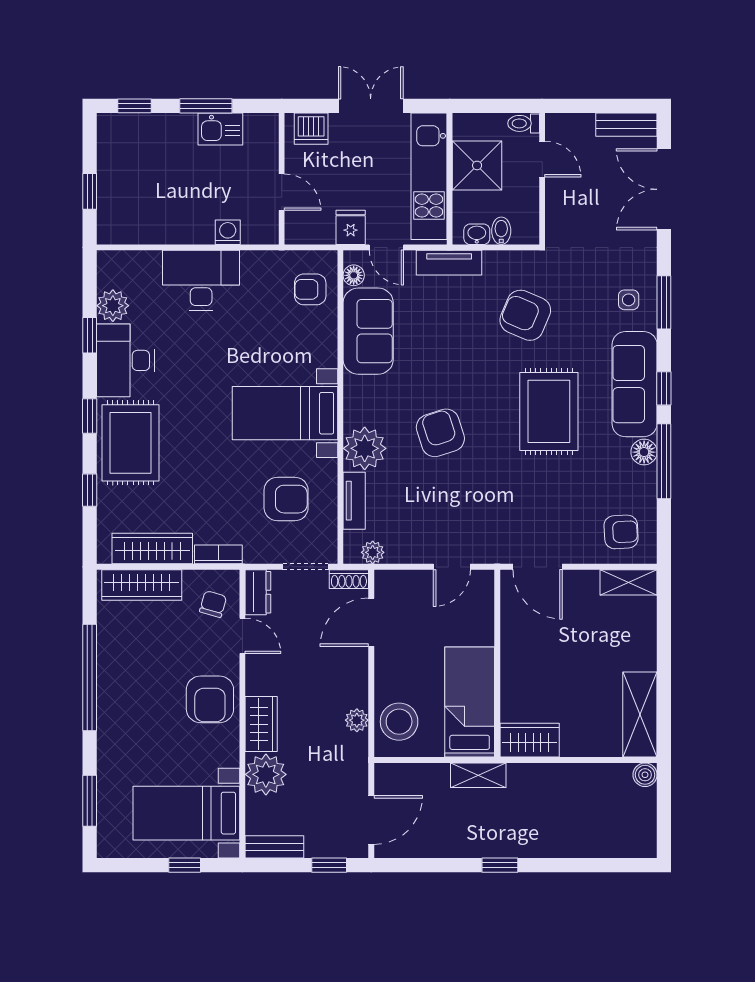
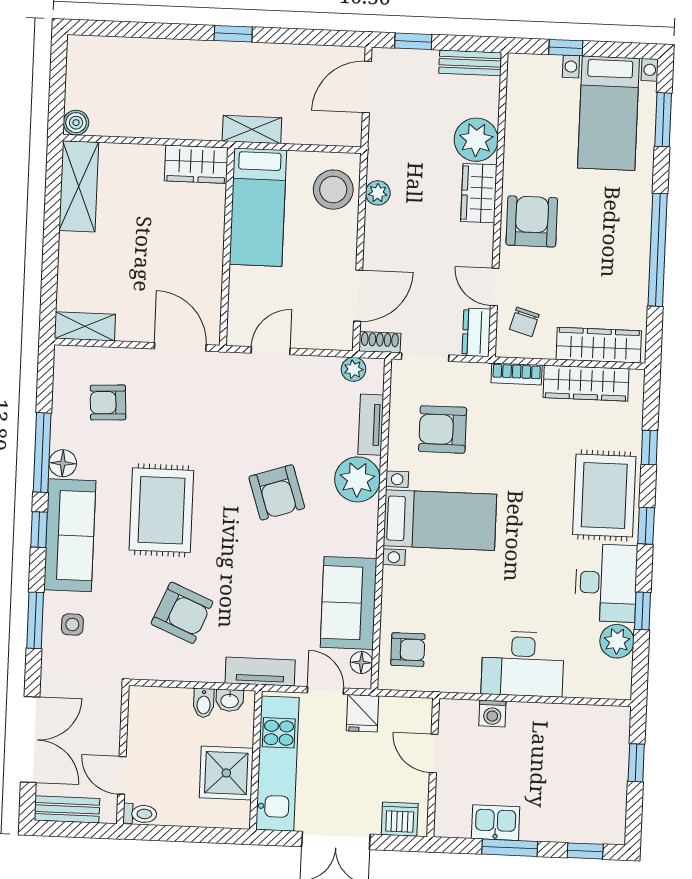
toilet: (524, 123) -> (140, 814), moved
door: (542, 159) -> (122, 775), moved
wall: (542, 179) -> (123, 755), moved
armchair: (621, 532) -> (108, 403), moved
bed with nightstands: (186, 813) -> (608, 113), moved, turned 90

